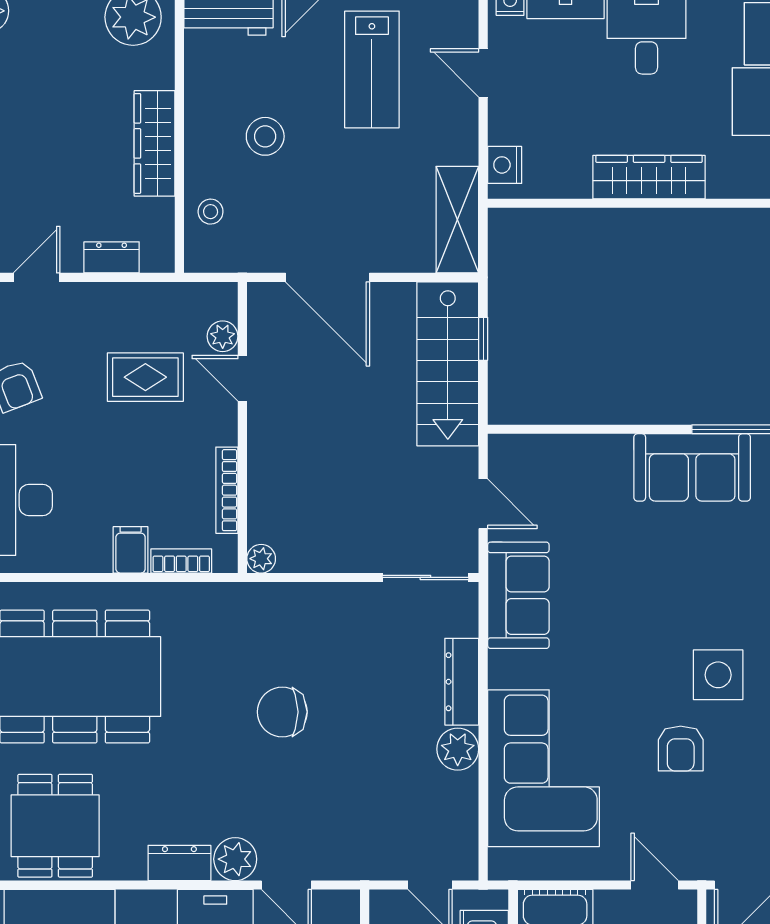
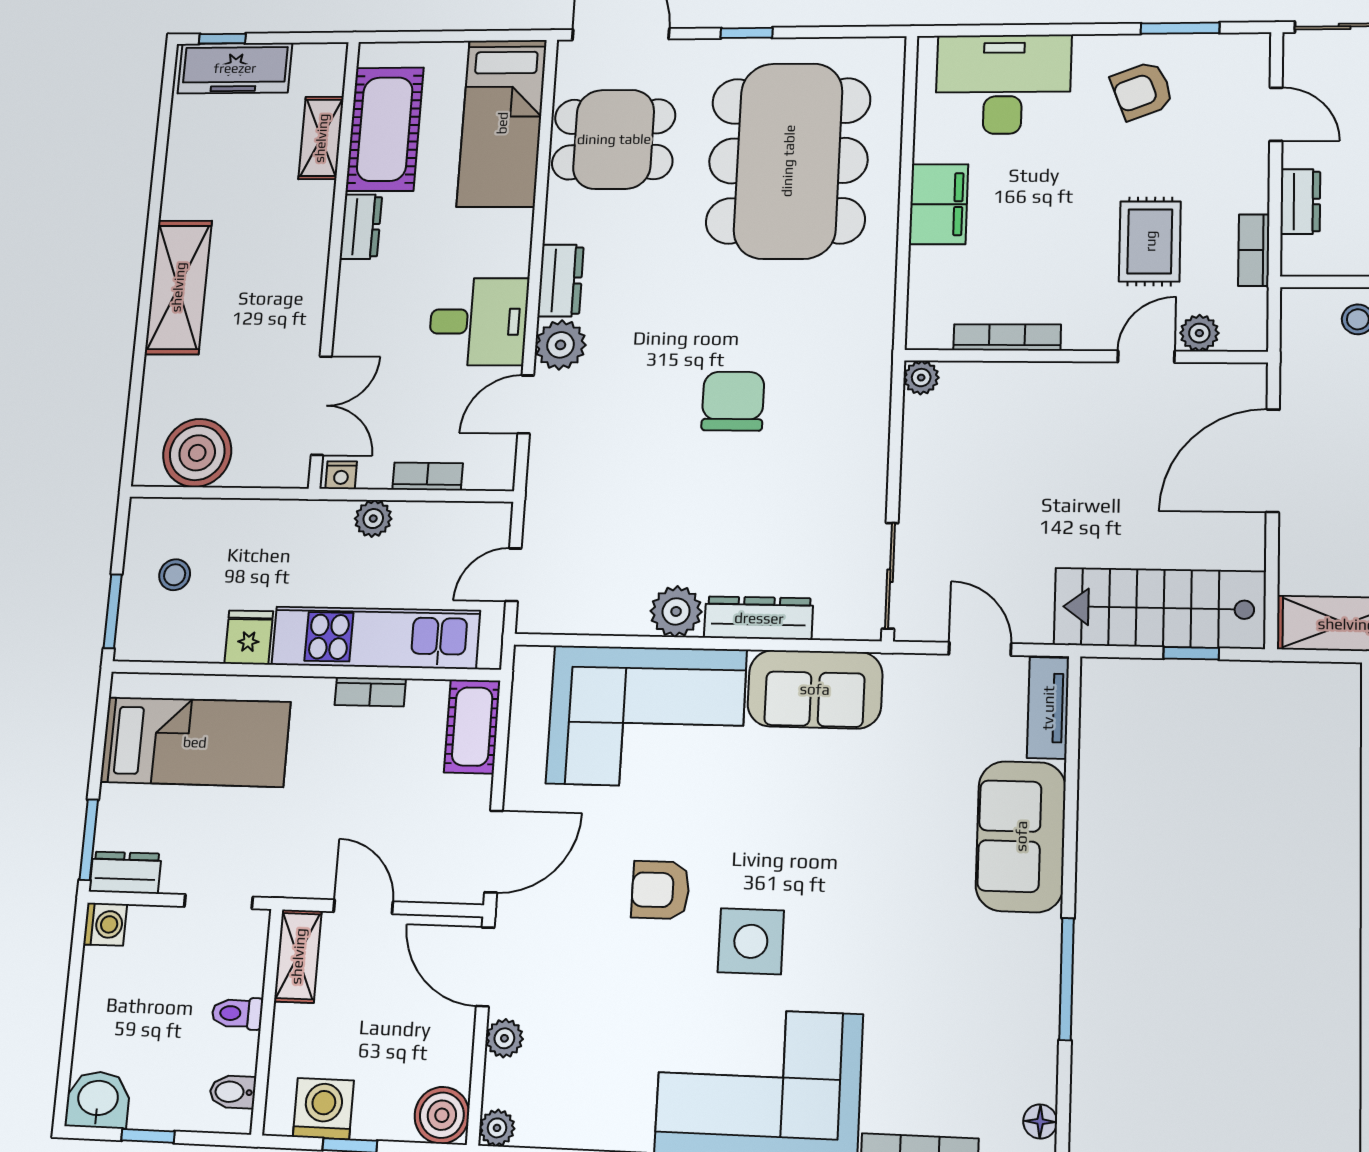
tv unit: (529, 449) -> (1048, 708), added
sofa: (692, 467) -> (1021, 836), moved
door: (483, 504) -> (980, 649), swing flipped
filing cabinet: (131, 550) -> (939, 204), width x2.00
bookcase: (181, 561) -> (1254, 250), moved, turned 180
sofa: (518, 595) -> (815, 689), moved
door: (655, 885) -> (494, 851), width x1.38

